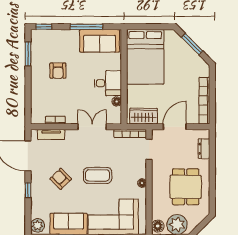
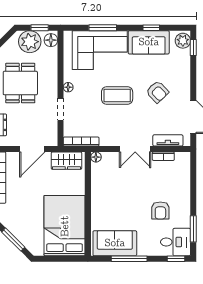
armchair: (58, 71) -> (160, 210), turned 180
desk: (108, 83) -> (176, 242), moved, turned 180
floor lamp: (117, 101) -> (96, 157), moved
double door: (92, 127) -> (135, 149), moved
doorway: (149, 149) -> (60, 109), moved
window: (28, 190) -> (193, 48), moved

